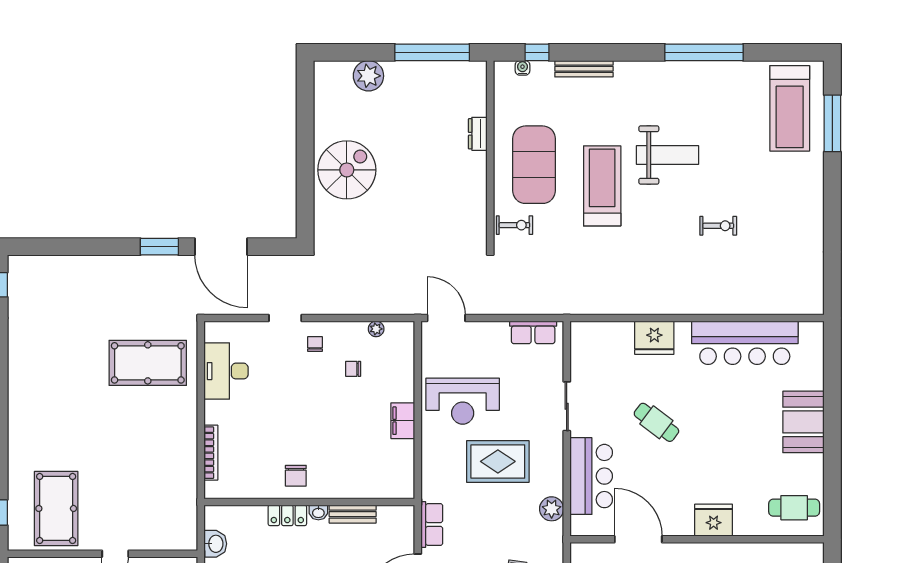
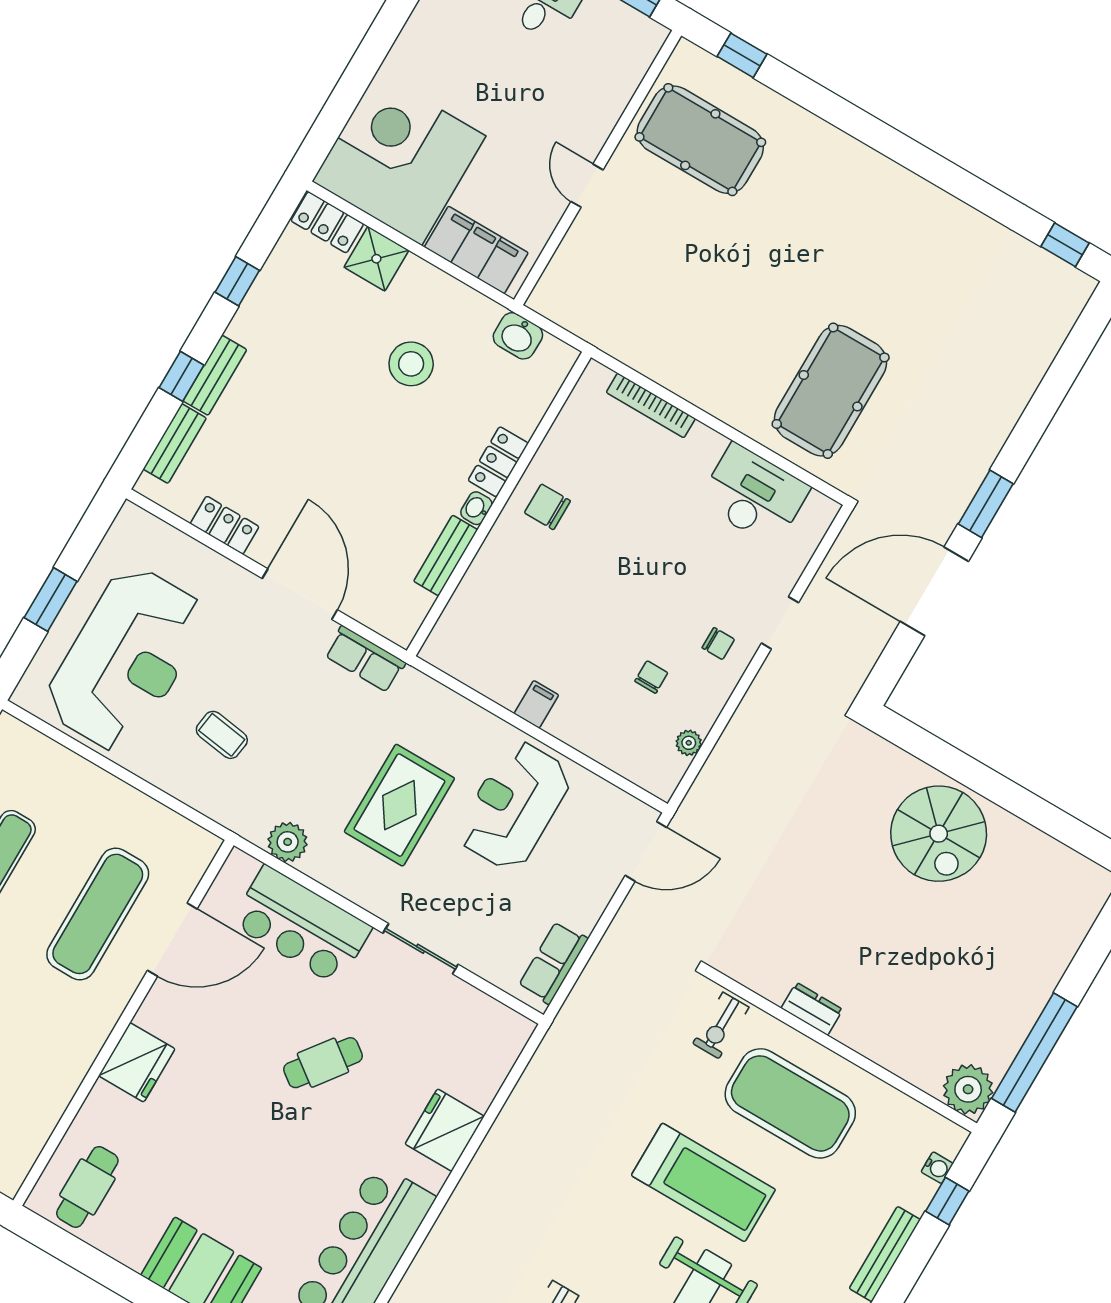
plant: (368, 76) -> (968, 1089), moved
dresser: (478, 134) -> (812, 1009), moved
filing cabinet: (403, 421) -> (536, 704), width x0.50

